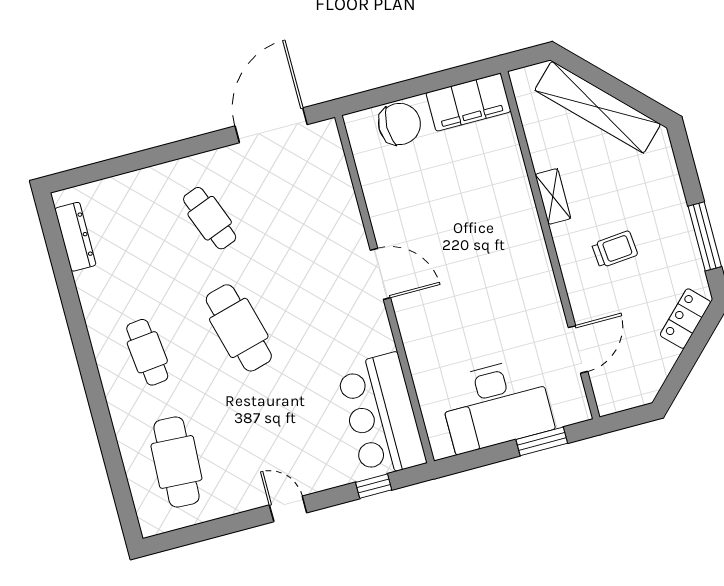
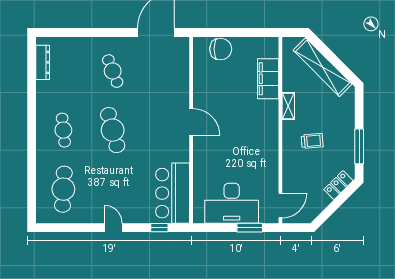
filing cabinet: (469, 102) -> (268, 79), moved, turned 90
door: (578, 349) -> (280, 206), moved

